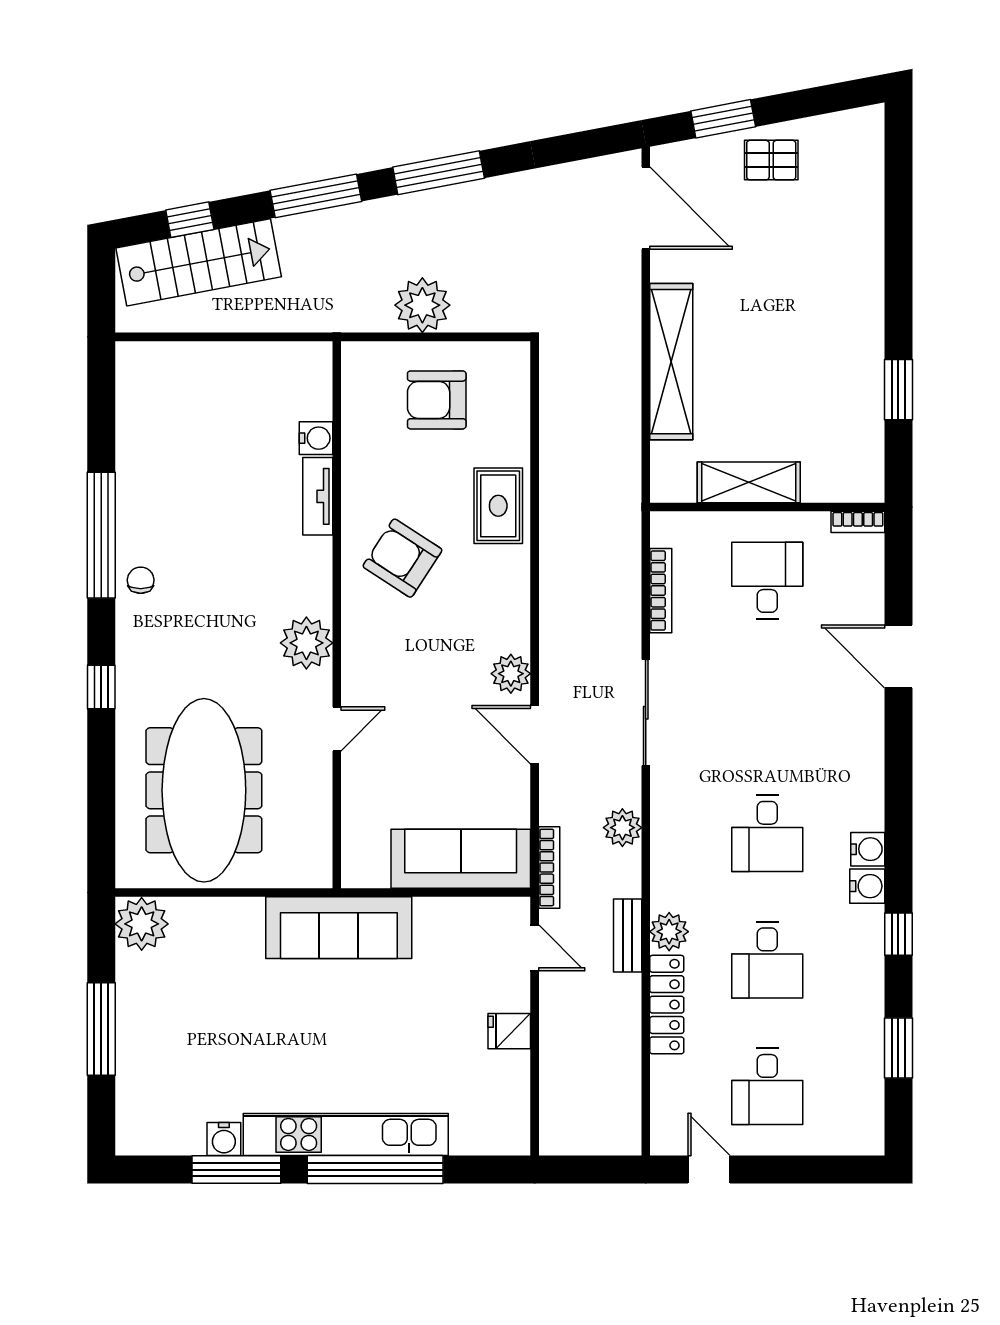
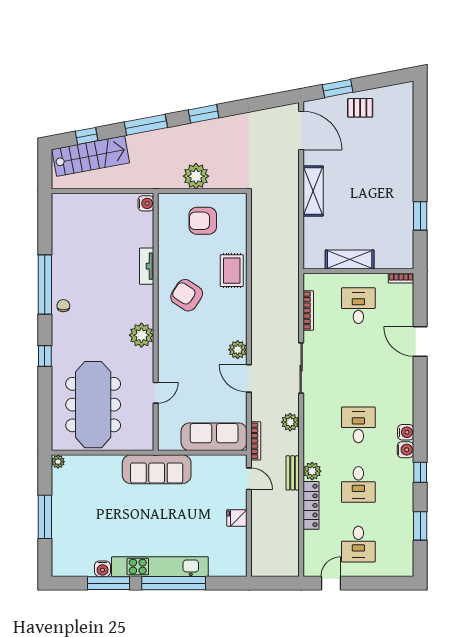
window: (439, 173) -> (204, 114), width x0.69
shelving: (671, 362) -> (313, 191), width x0.68
water cooler: (316, 438) -> (146, 203), moved
door: (337, 729) -> (156, 393), moved
desk: (767, 833) -> (358, 425), turned 180
plant: (142, 924) -> (58, 462), width x0.53, depth x0.53
door: (709, 1170) -> (331, 583), hinge flipped

